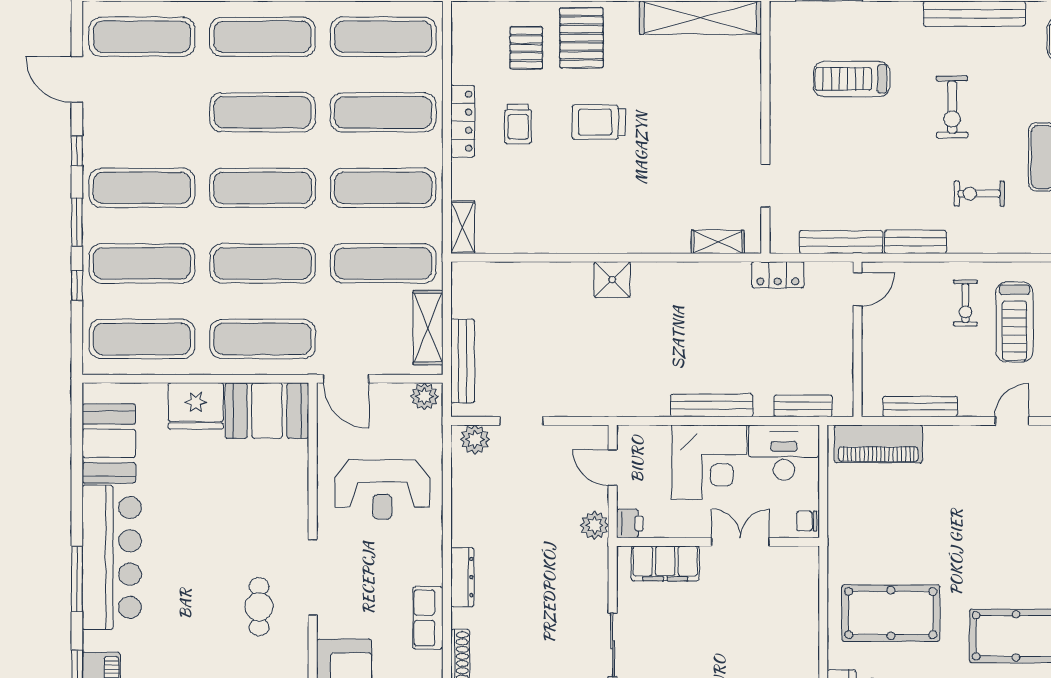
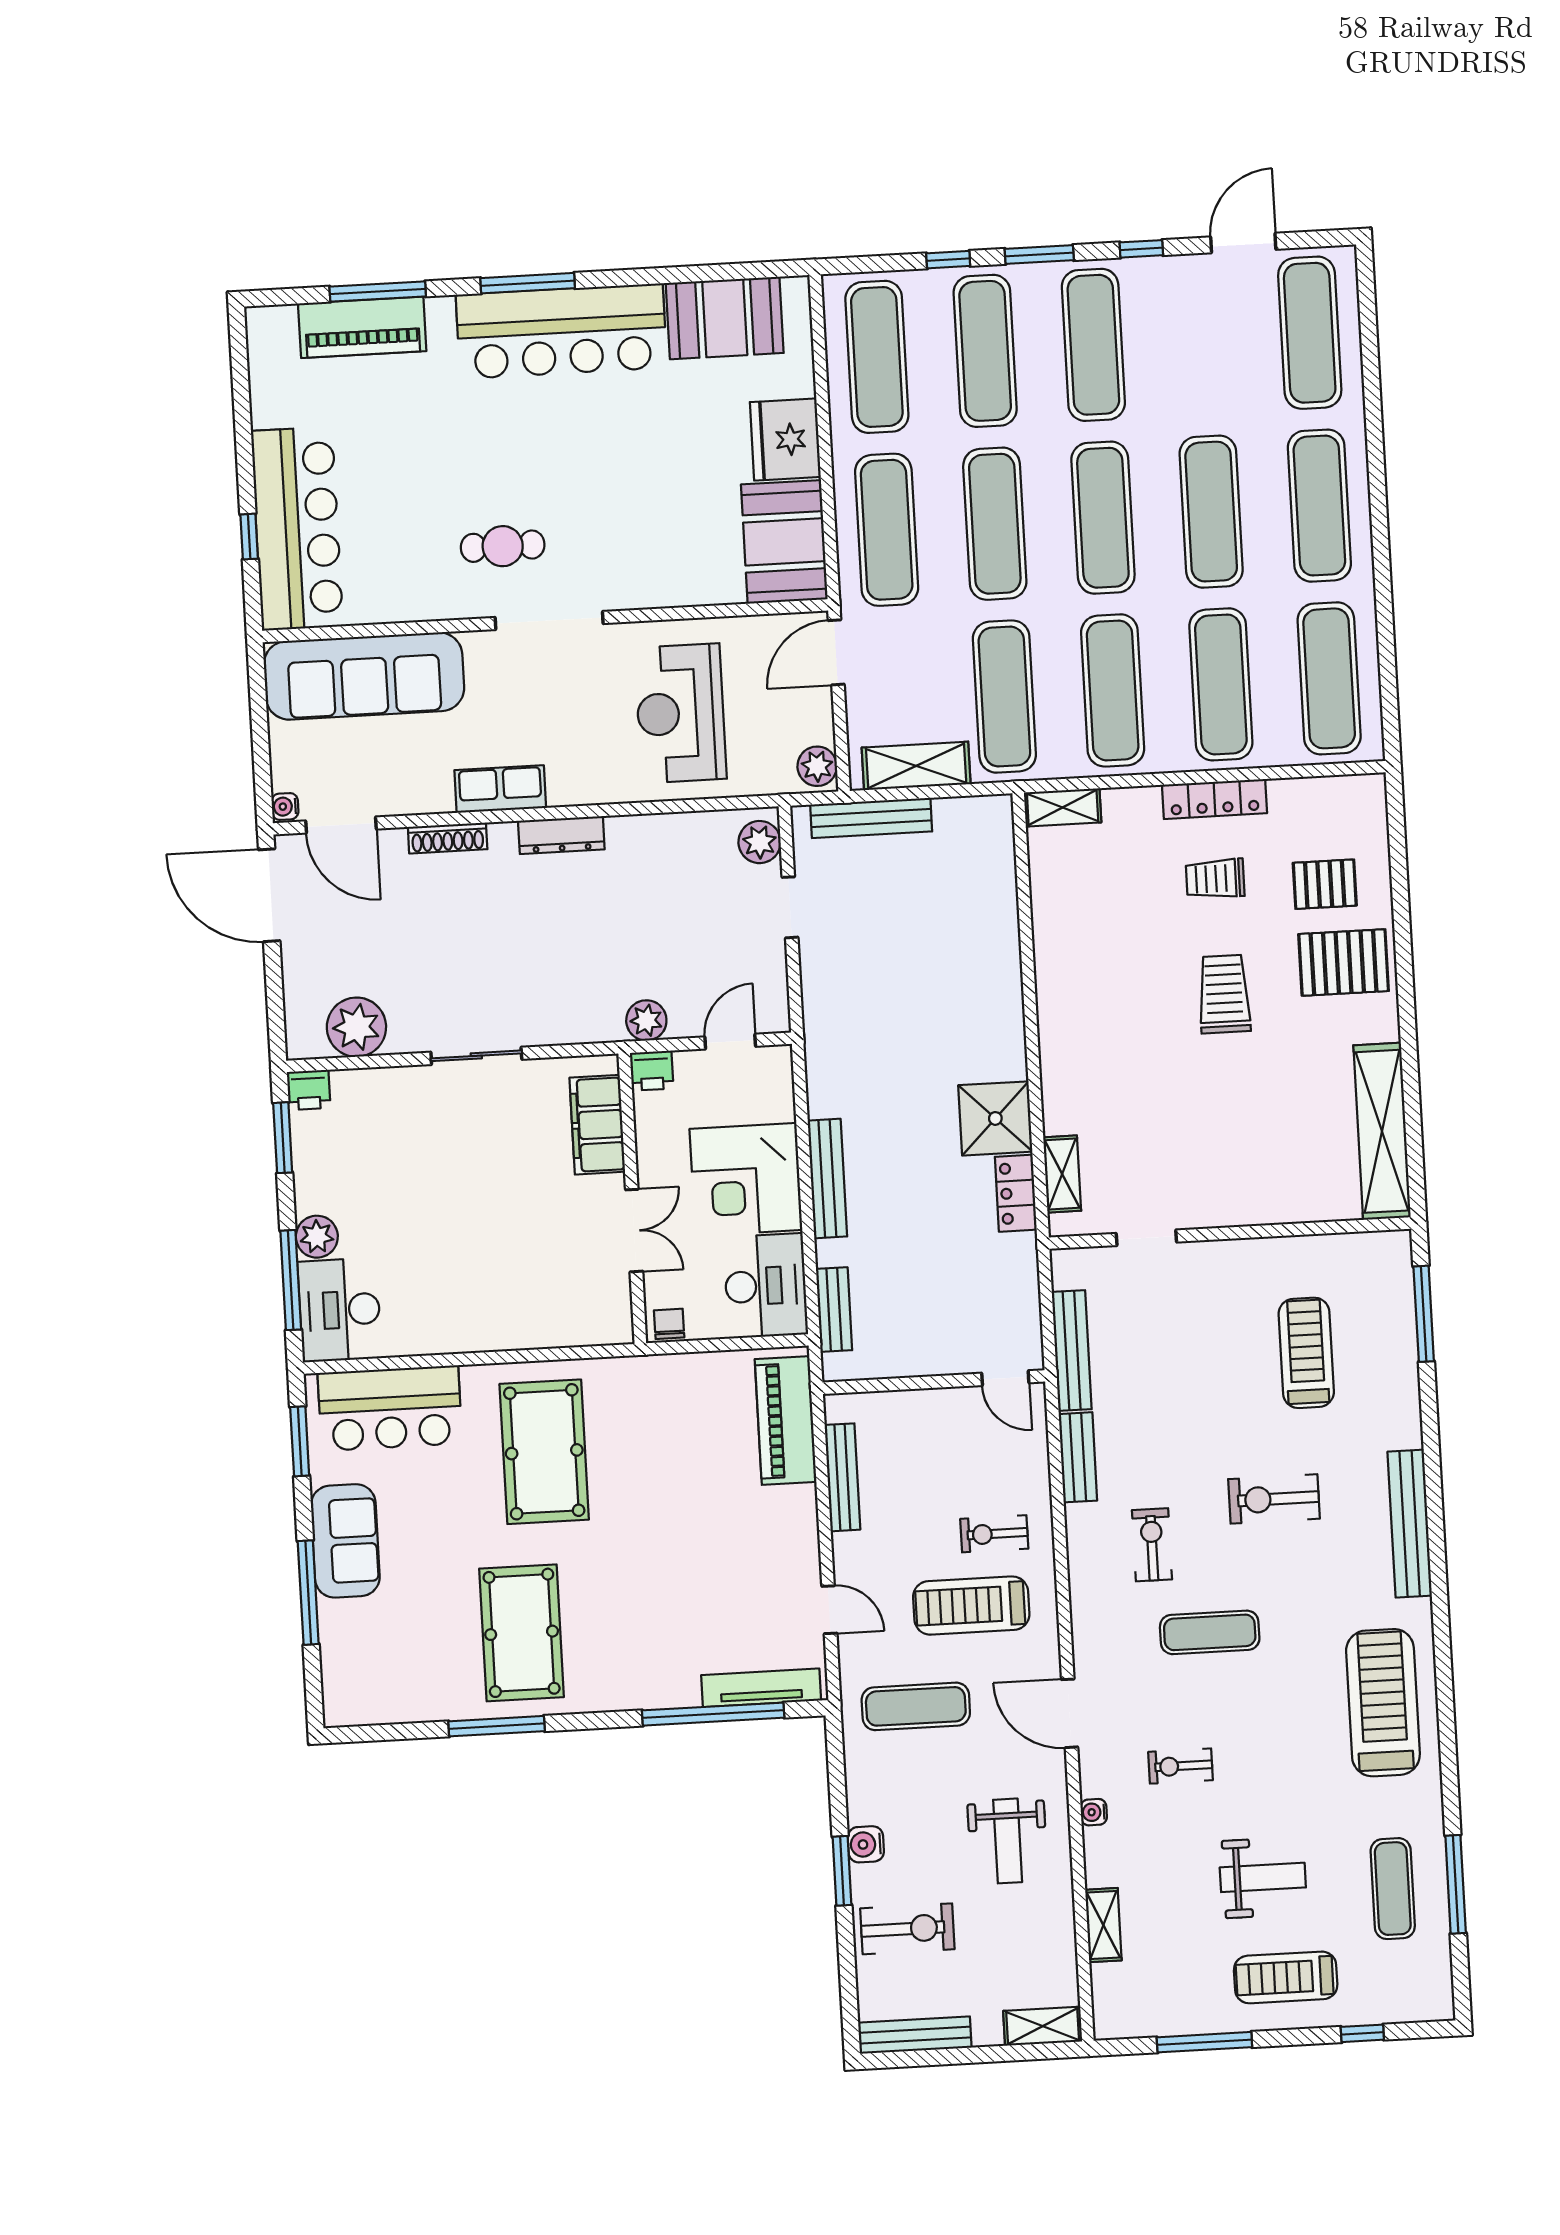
locker: (778, 275) -> (1016, 1193), moved
shower: (612, 280) -> (995, 1118), moved, width x1.36, depth x1.36

